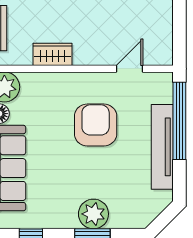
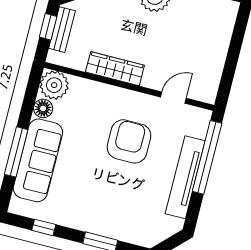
wardrobe: (53, 54) -> (115, 69), width x1.50
plant: (93, 214) -> (106, 223), removed

